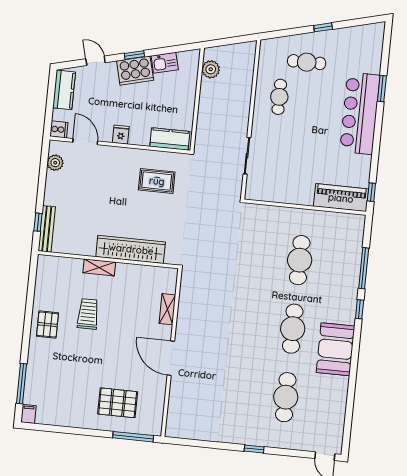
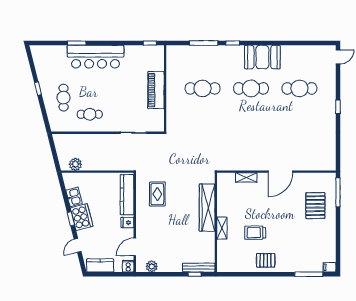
kitchen counter: (170, 139) -> (127, 195), width x1.50
piano: (341, 198) -> (156, 90), moved

